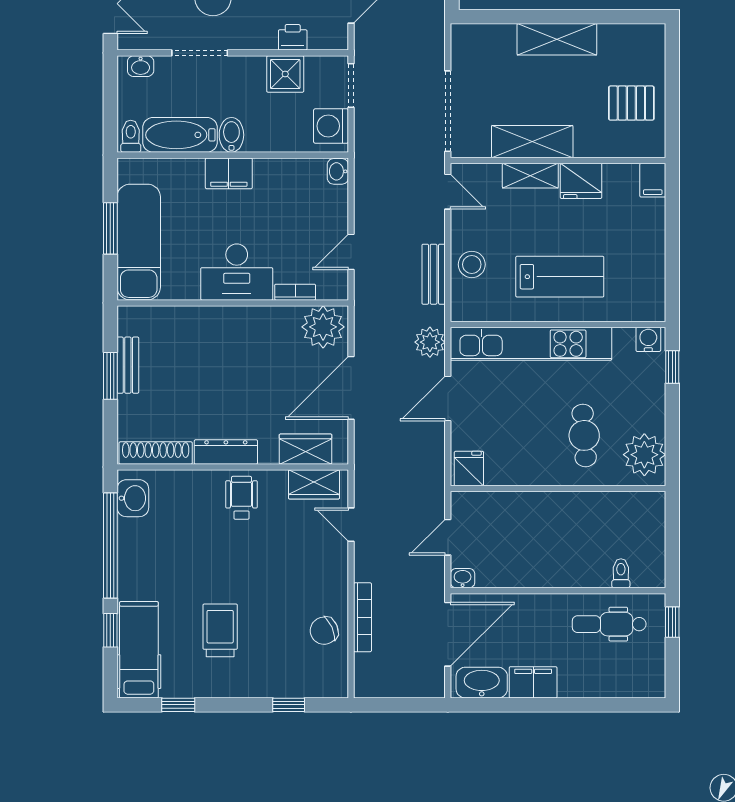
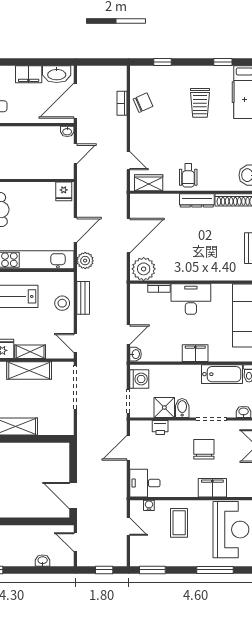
bidet: (231, 135) -> (182, 408), moved, turned 180
door: (351, 252) -> (128, 335), moved
wardrobe: (306, 449) -> (153, 202), removed
bookcase: (362, 617) -> (122, 103), width x0.64

